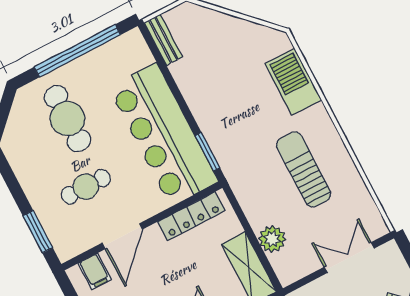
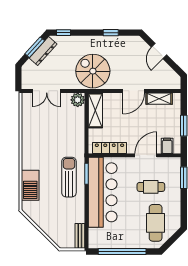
cafe table: (67, 119) -> (156, 223), moved
sun lounger: (304, 169) -> (69, 177), moved, turned 180
plant: (272, 239) -> (78, 100), moved

